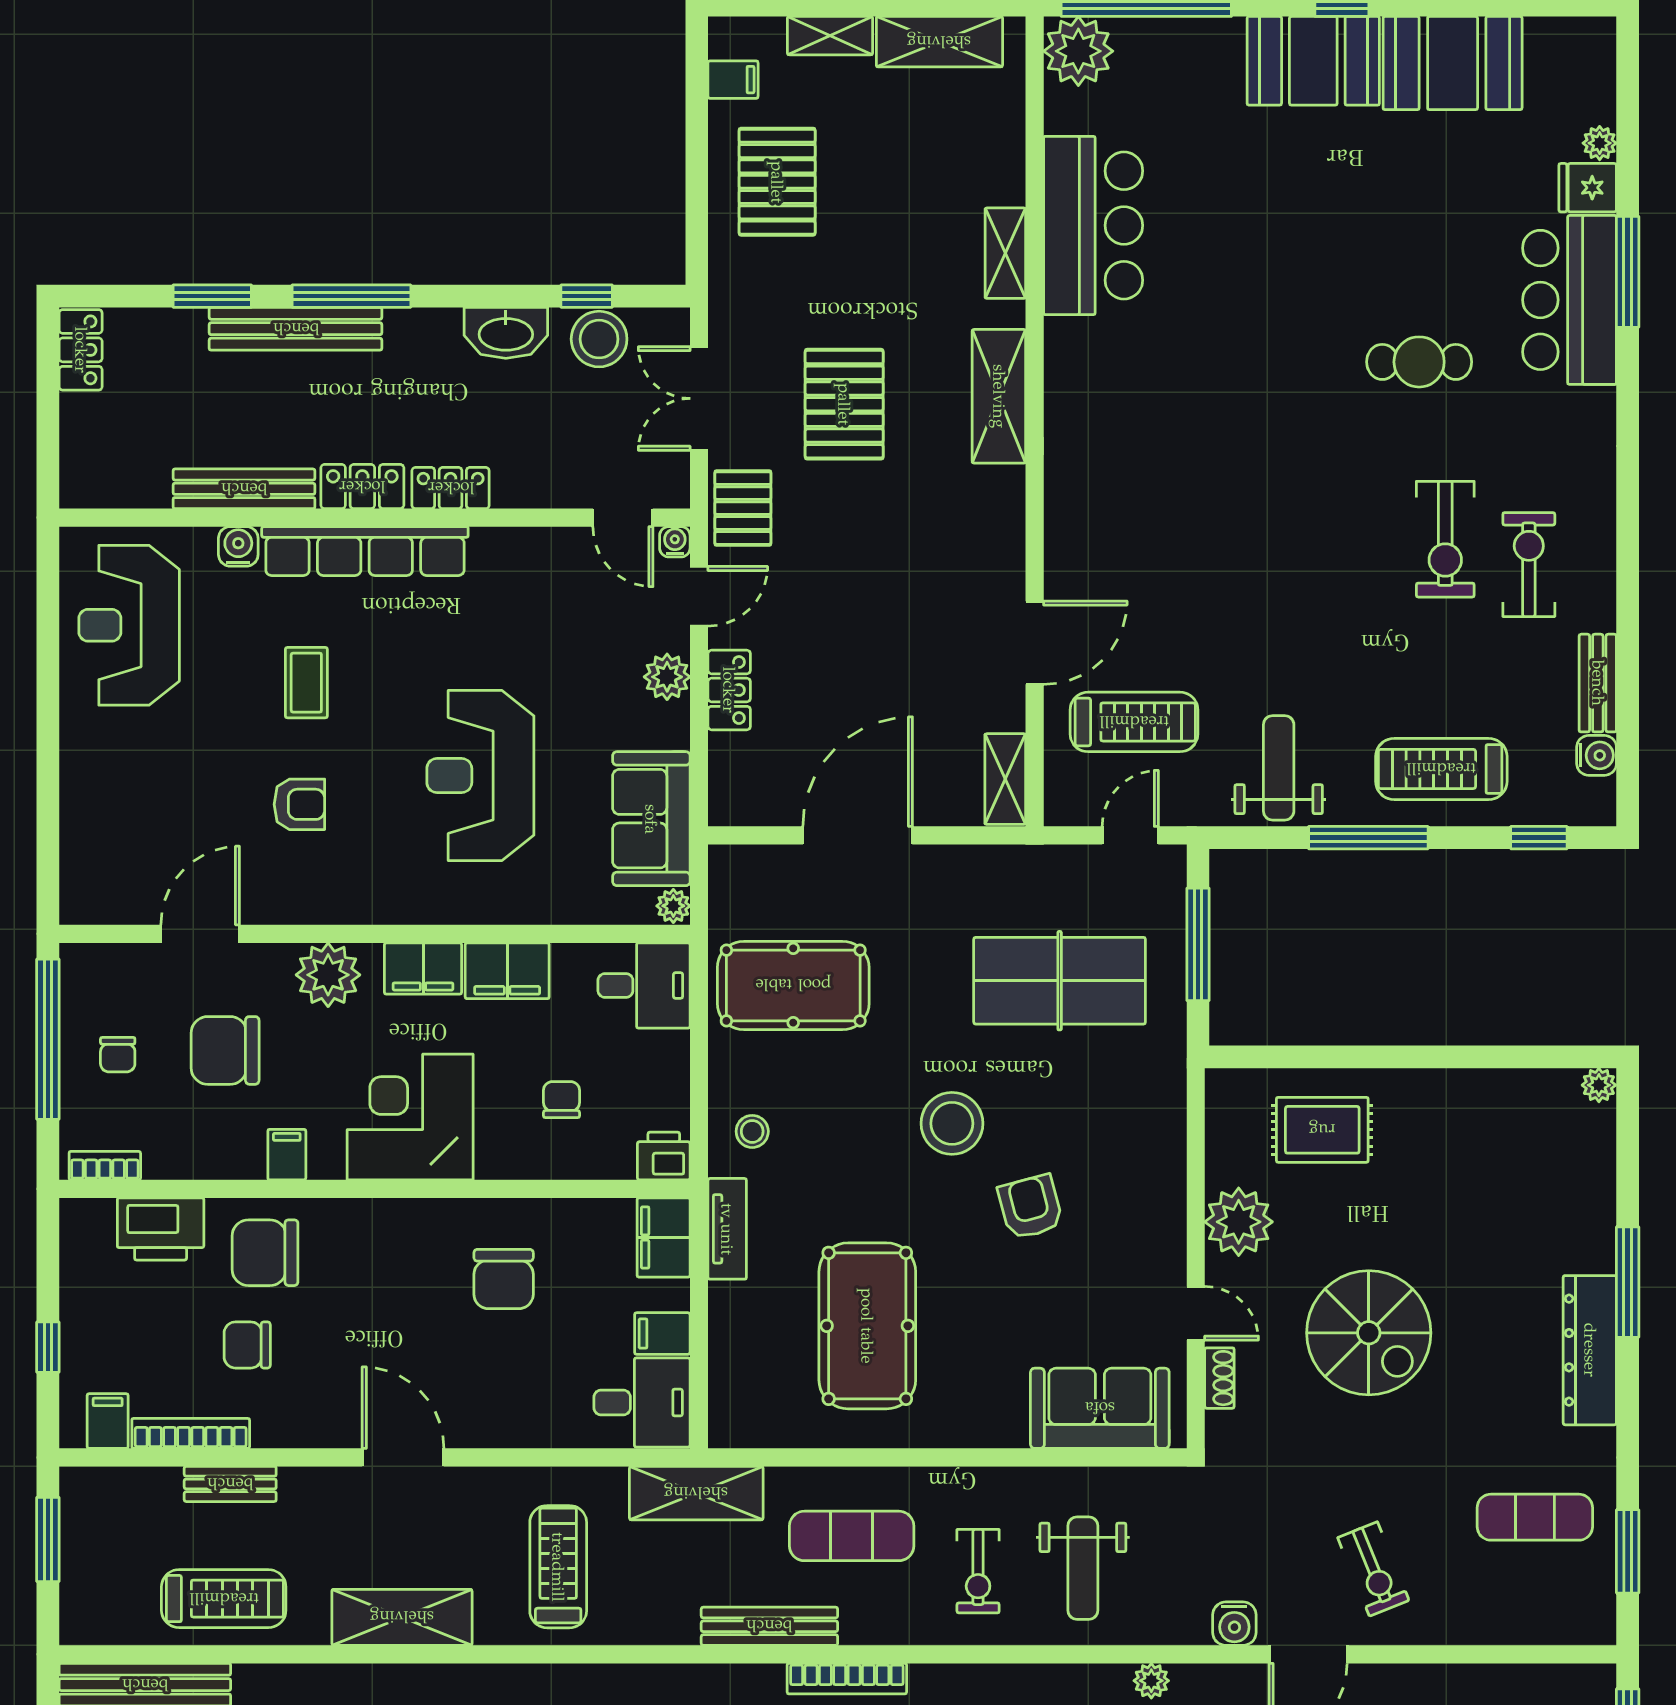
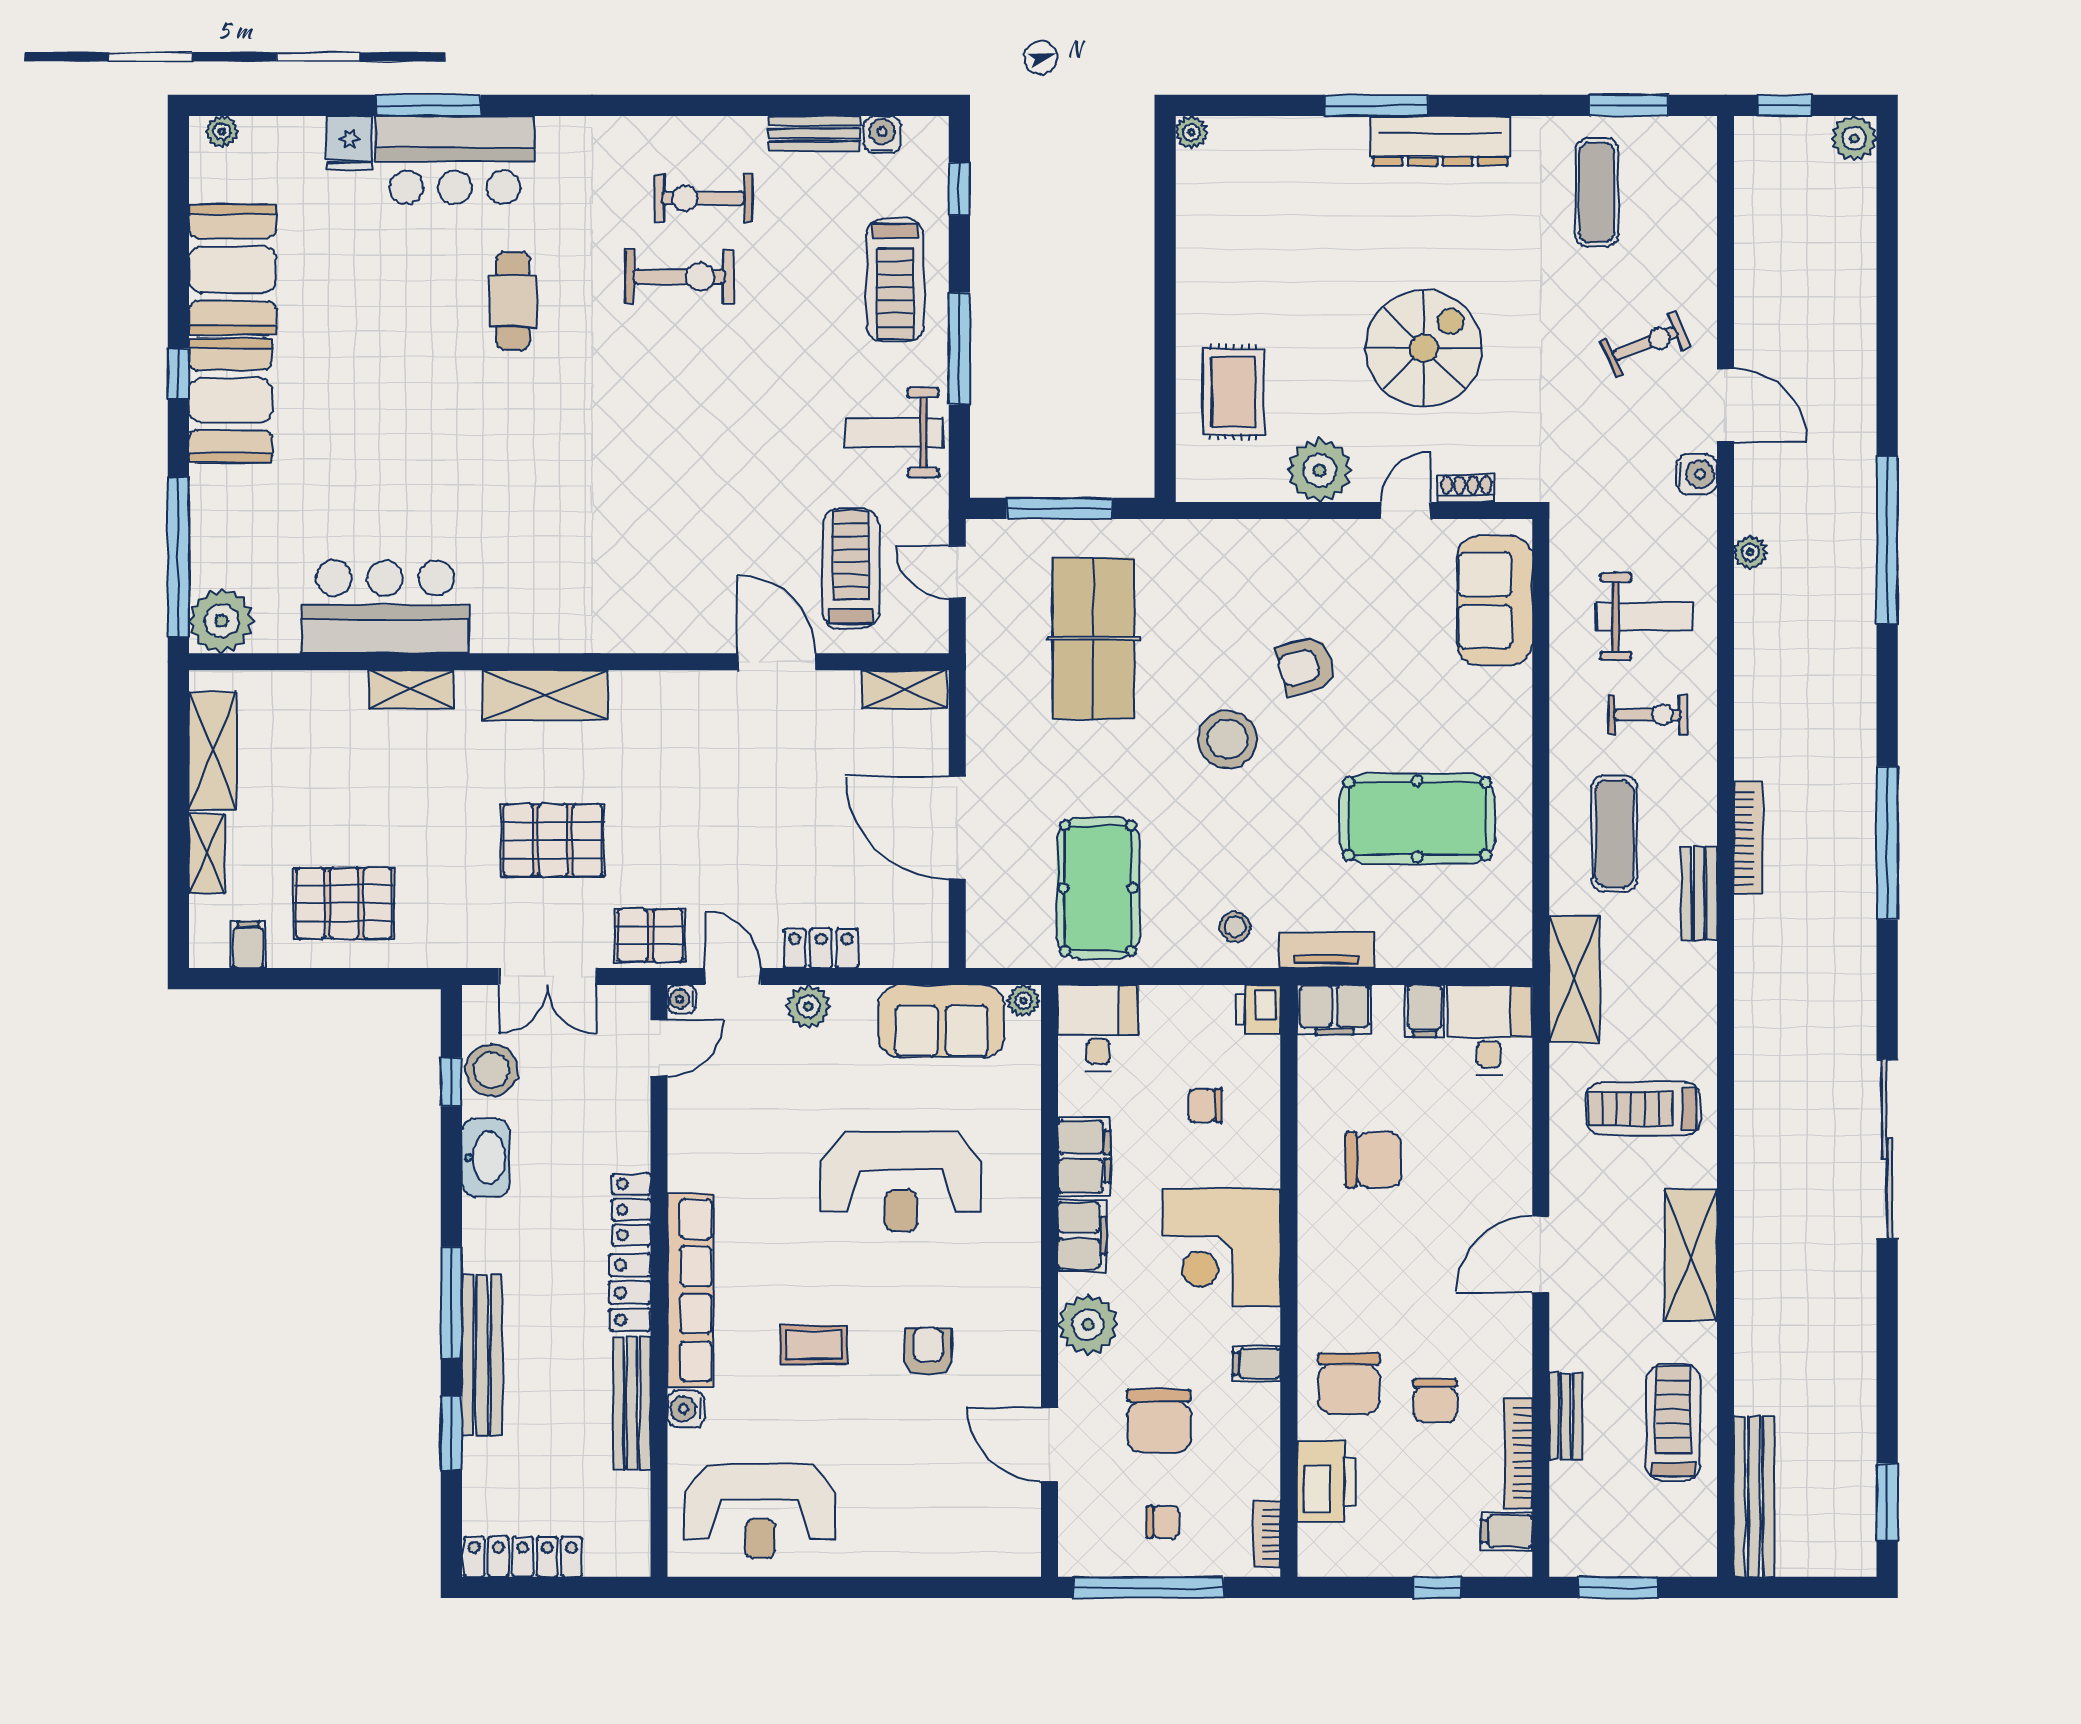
plant: (1600, 143) -> (222, 132), moved
locker: (81, 350) -> (523, 1557), width x1.53
bench: (769, 1626) -> (1699, 893), width x0.73

